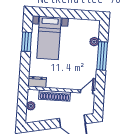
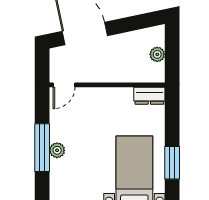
plant: (94, 42) -> (57, 150), moved
shoe rack: (55, 96) -> (118, 75), removed

